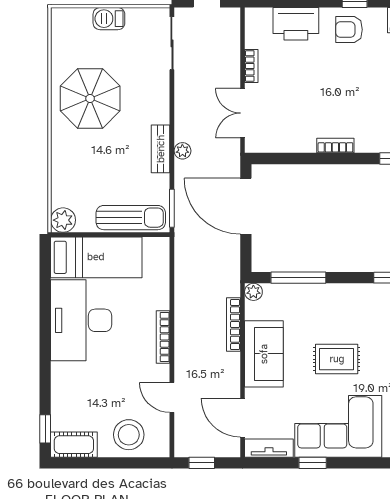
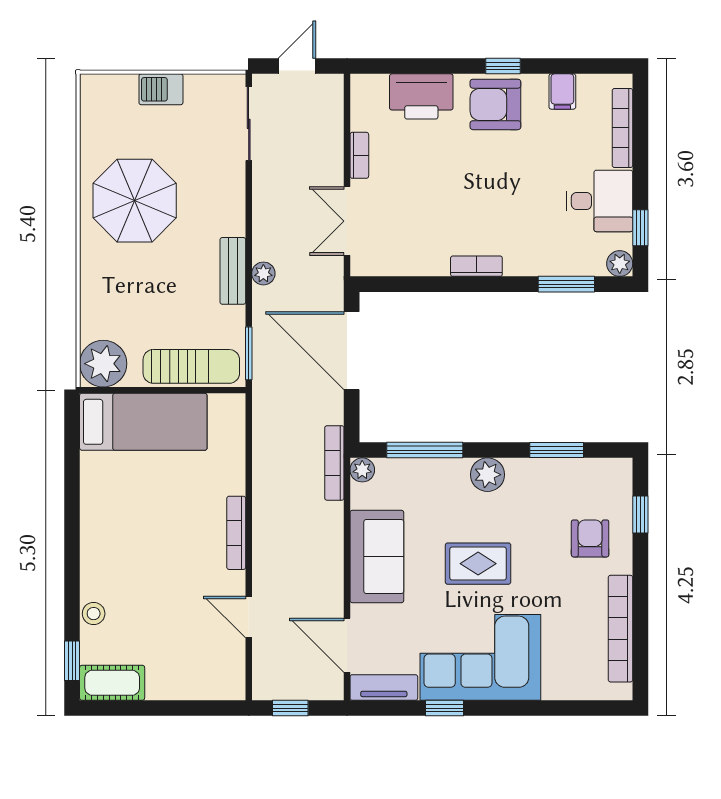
armchair: (349, 30) -> (495, 104), width x1.38, depth x1.38
plant: (63, 220) -> (103, 364), width x1.36, depth x1.36
plant: (343, 295) -> (487, 475), added
desk: (81, 320) -> (122, 510), removed
bookcase: (233, 325) -> (334, 463), moved
stool: (129, 435) -> (94, 614), moved, width x0.53, depth x0.53

